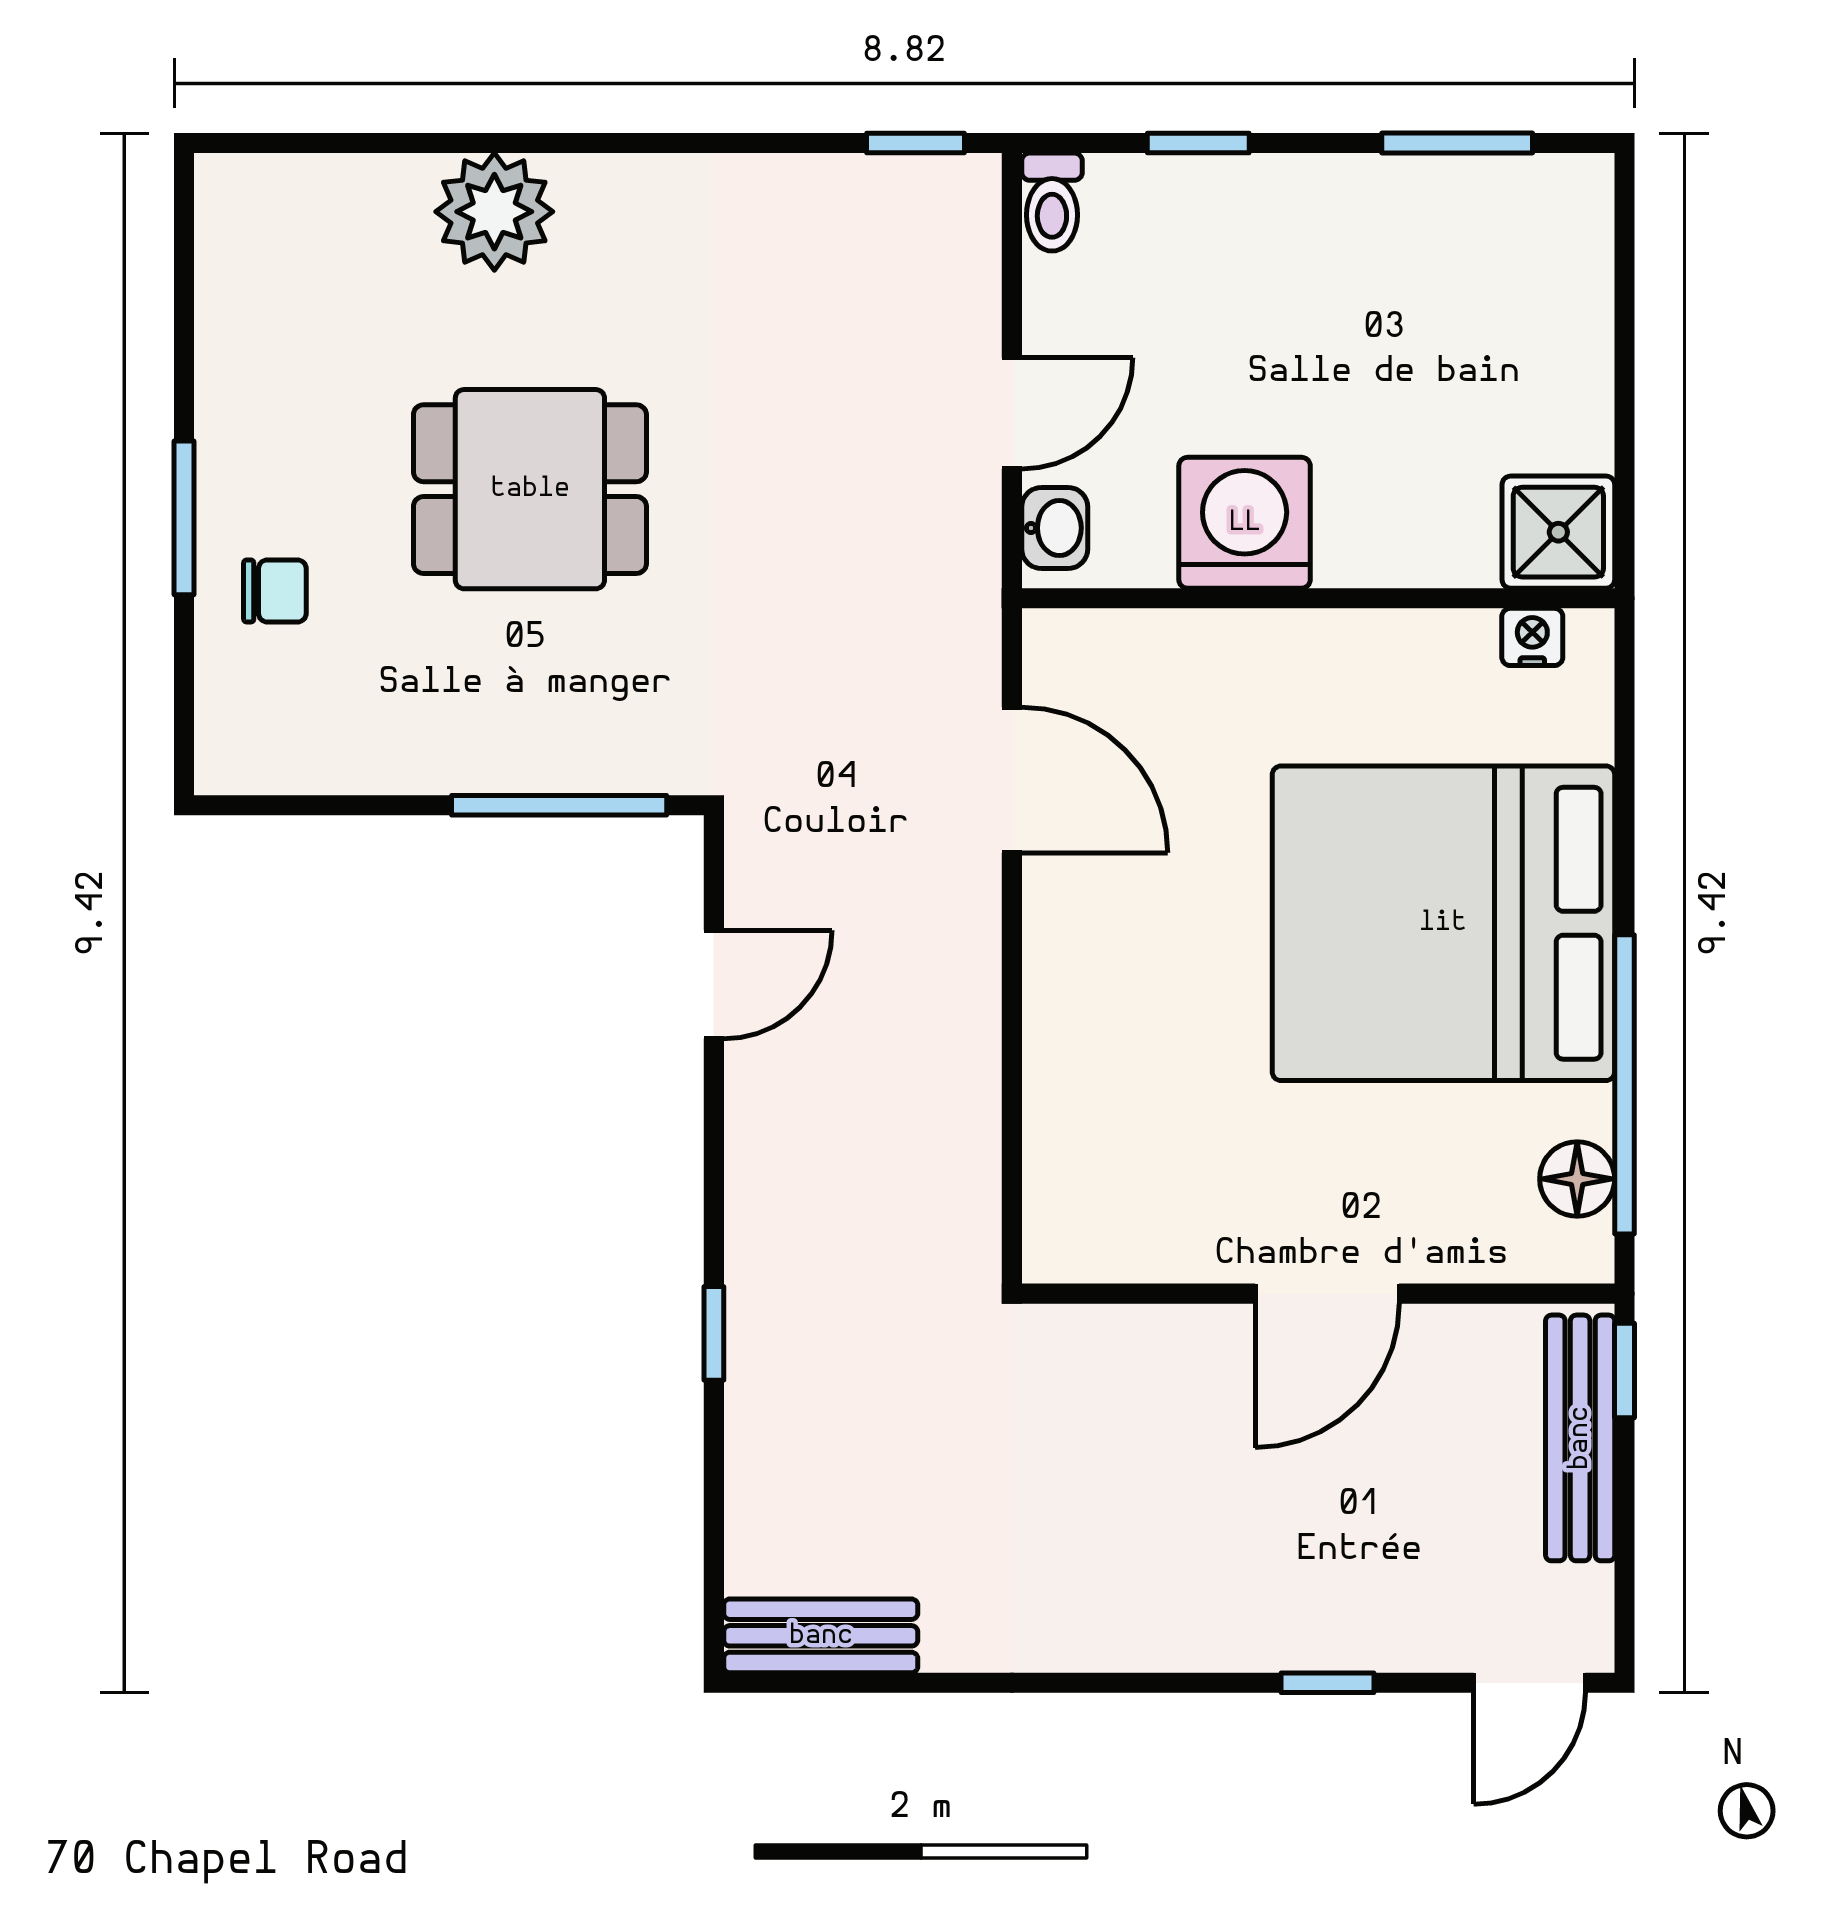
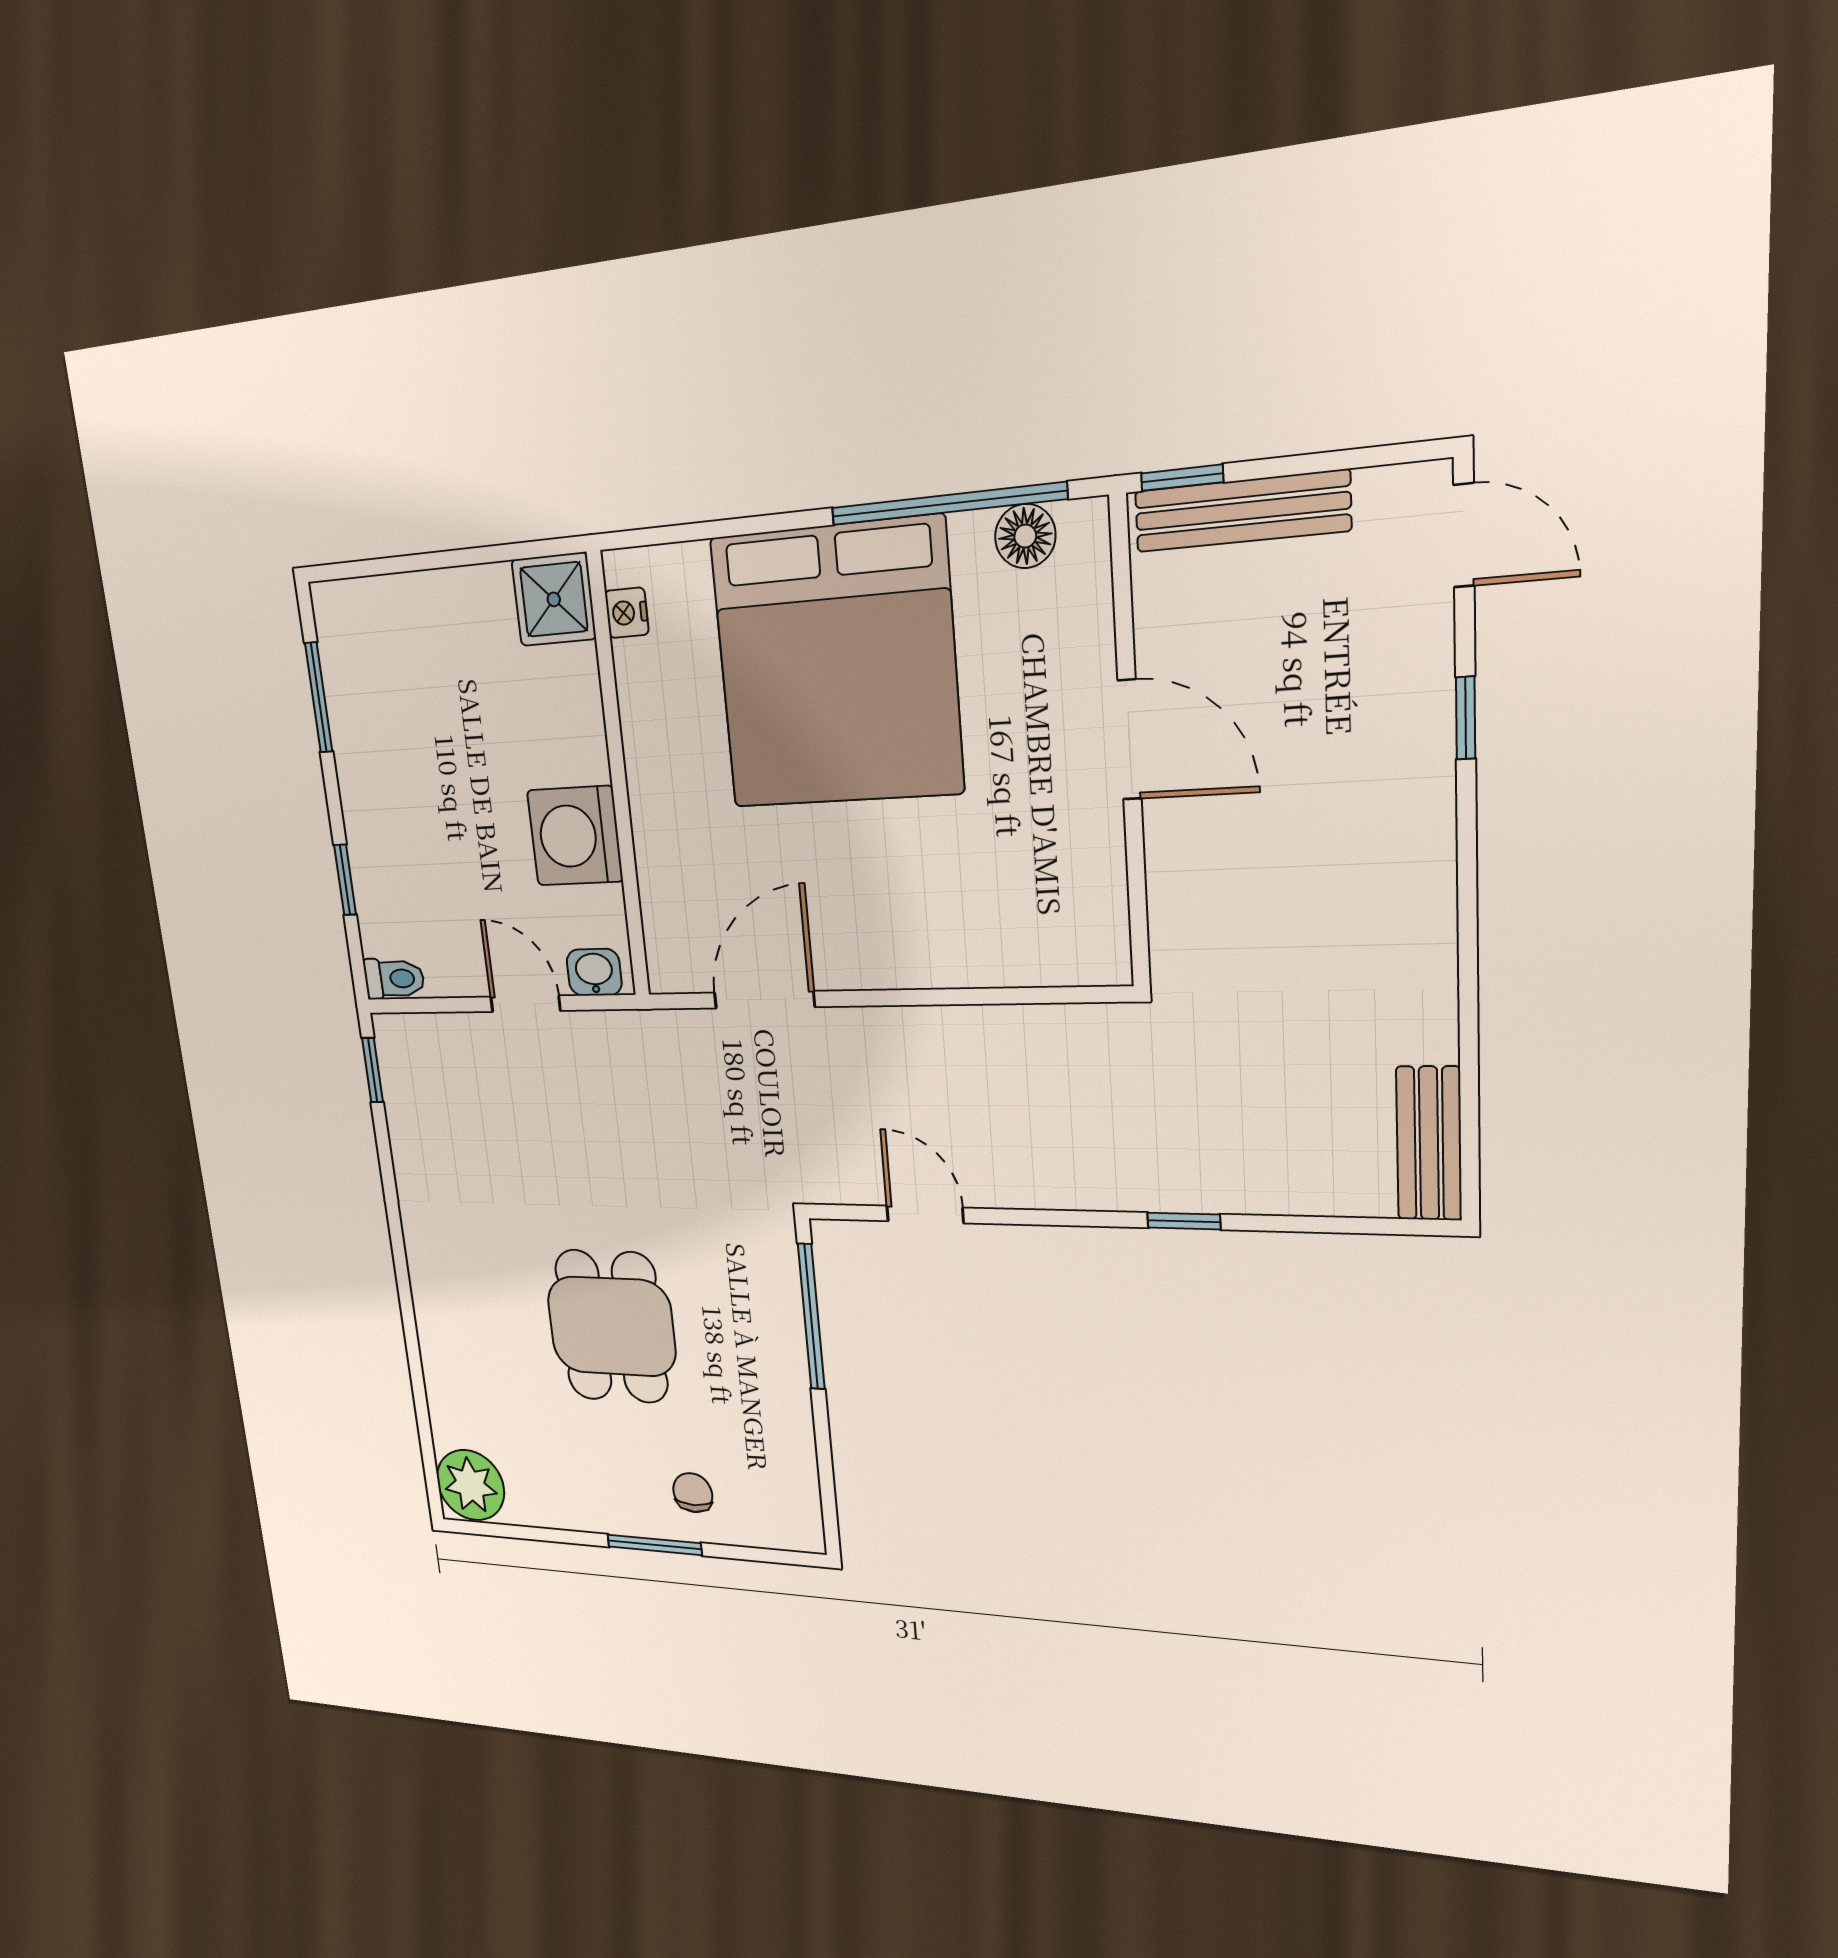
plant: (494, 212) -> (470, 1485), moved

